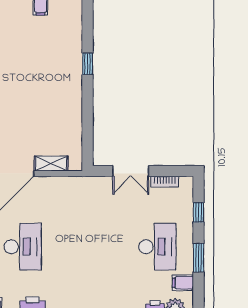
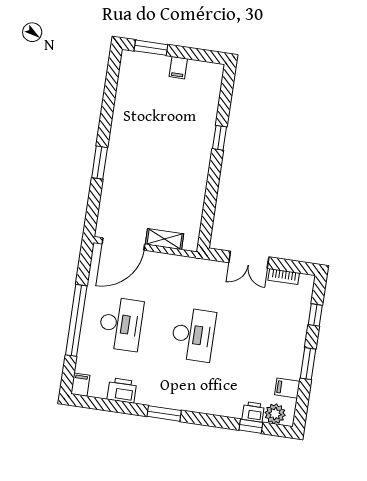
desk: (157, 247) -> (193, 335), moved

